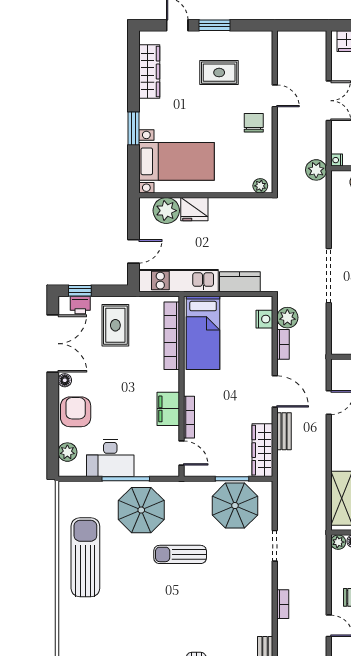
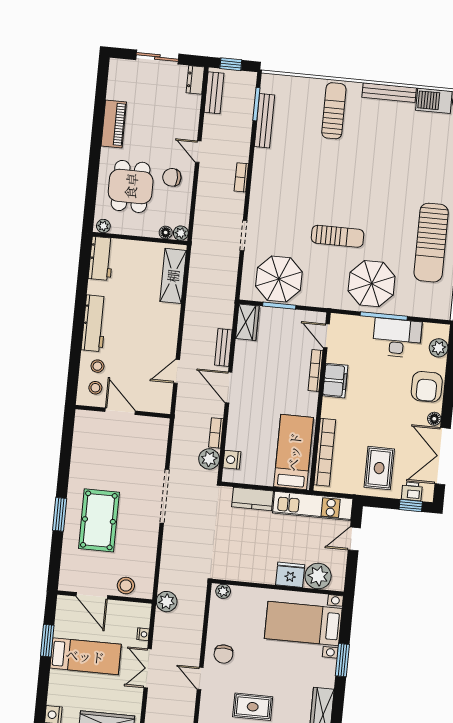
nightstand: (337, 160) -> (143, 634), moved
wardrobe: (262, 450) -> (247, 322), width x0.67

